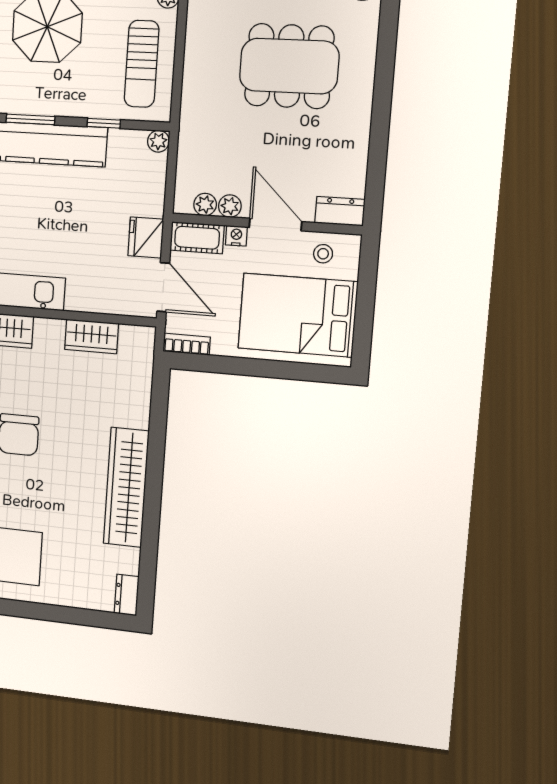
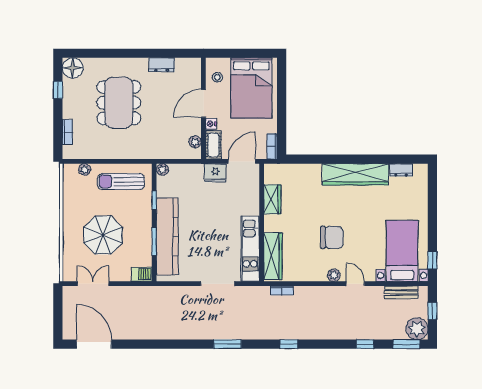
sun lounger: (142, 64) -> (121, 182), turned 180
plant: (230, 206) -> (195, 128), removed
dresser: (340, 211) -> (162, 65), moved, turned -90
dresser: (127, 595) -> (401, 170), moved

